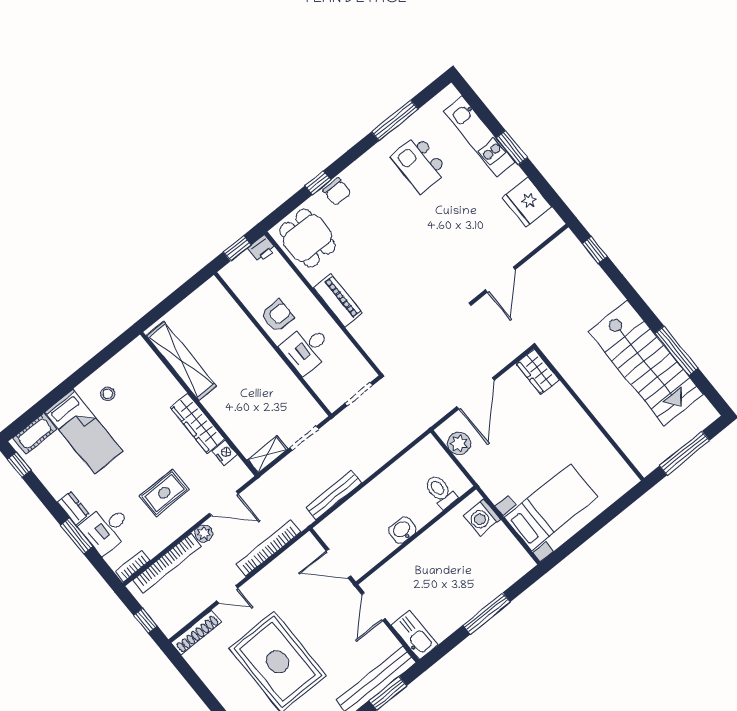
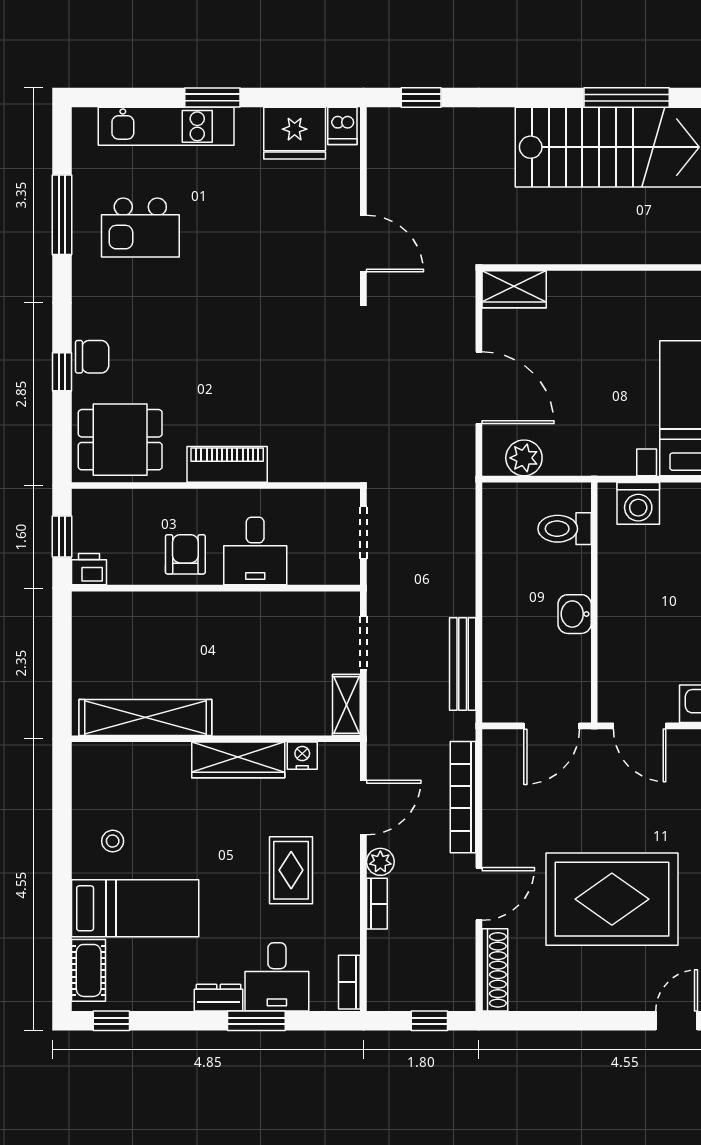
dishwasher: (550, 223) -> (342, 126), added
printer: (262, 249) -> (89, 569), moved, turned -90
bookcase: (167, 563) -> (377, 904), width x0.43, depth x0.76
door: (227, 594) -> (479, 894), width x1.38

